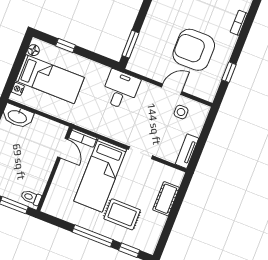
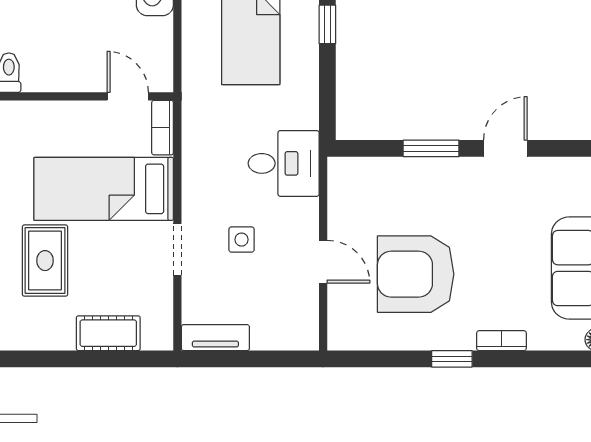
window: (131, 44) -> (431, 148), moved
armchair: (194, 50) -> (416, 274), turned -90
window: (229, 72) -> (452, 359), moved
side table: (181, 112) -> (242, 240), moved
door: (63, 148) -> (128, 96), swing flipped

